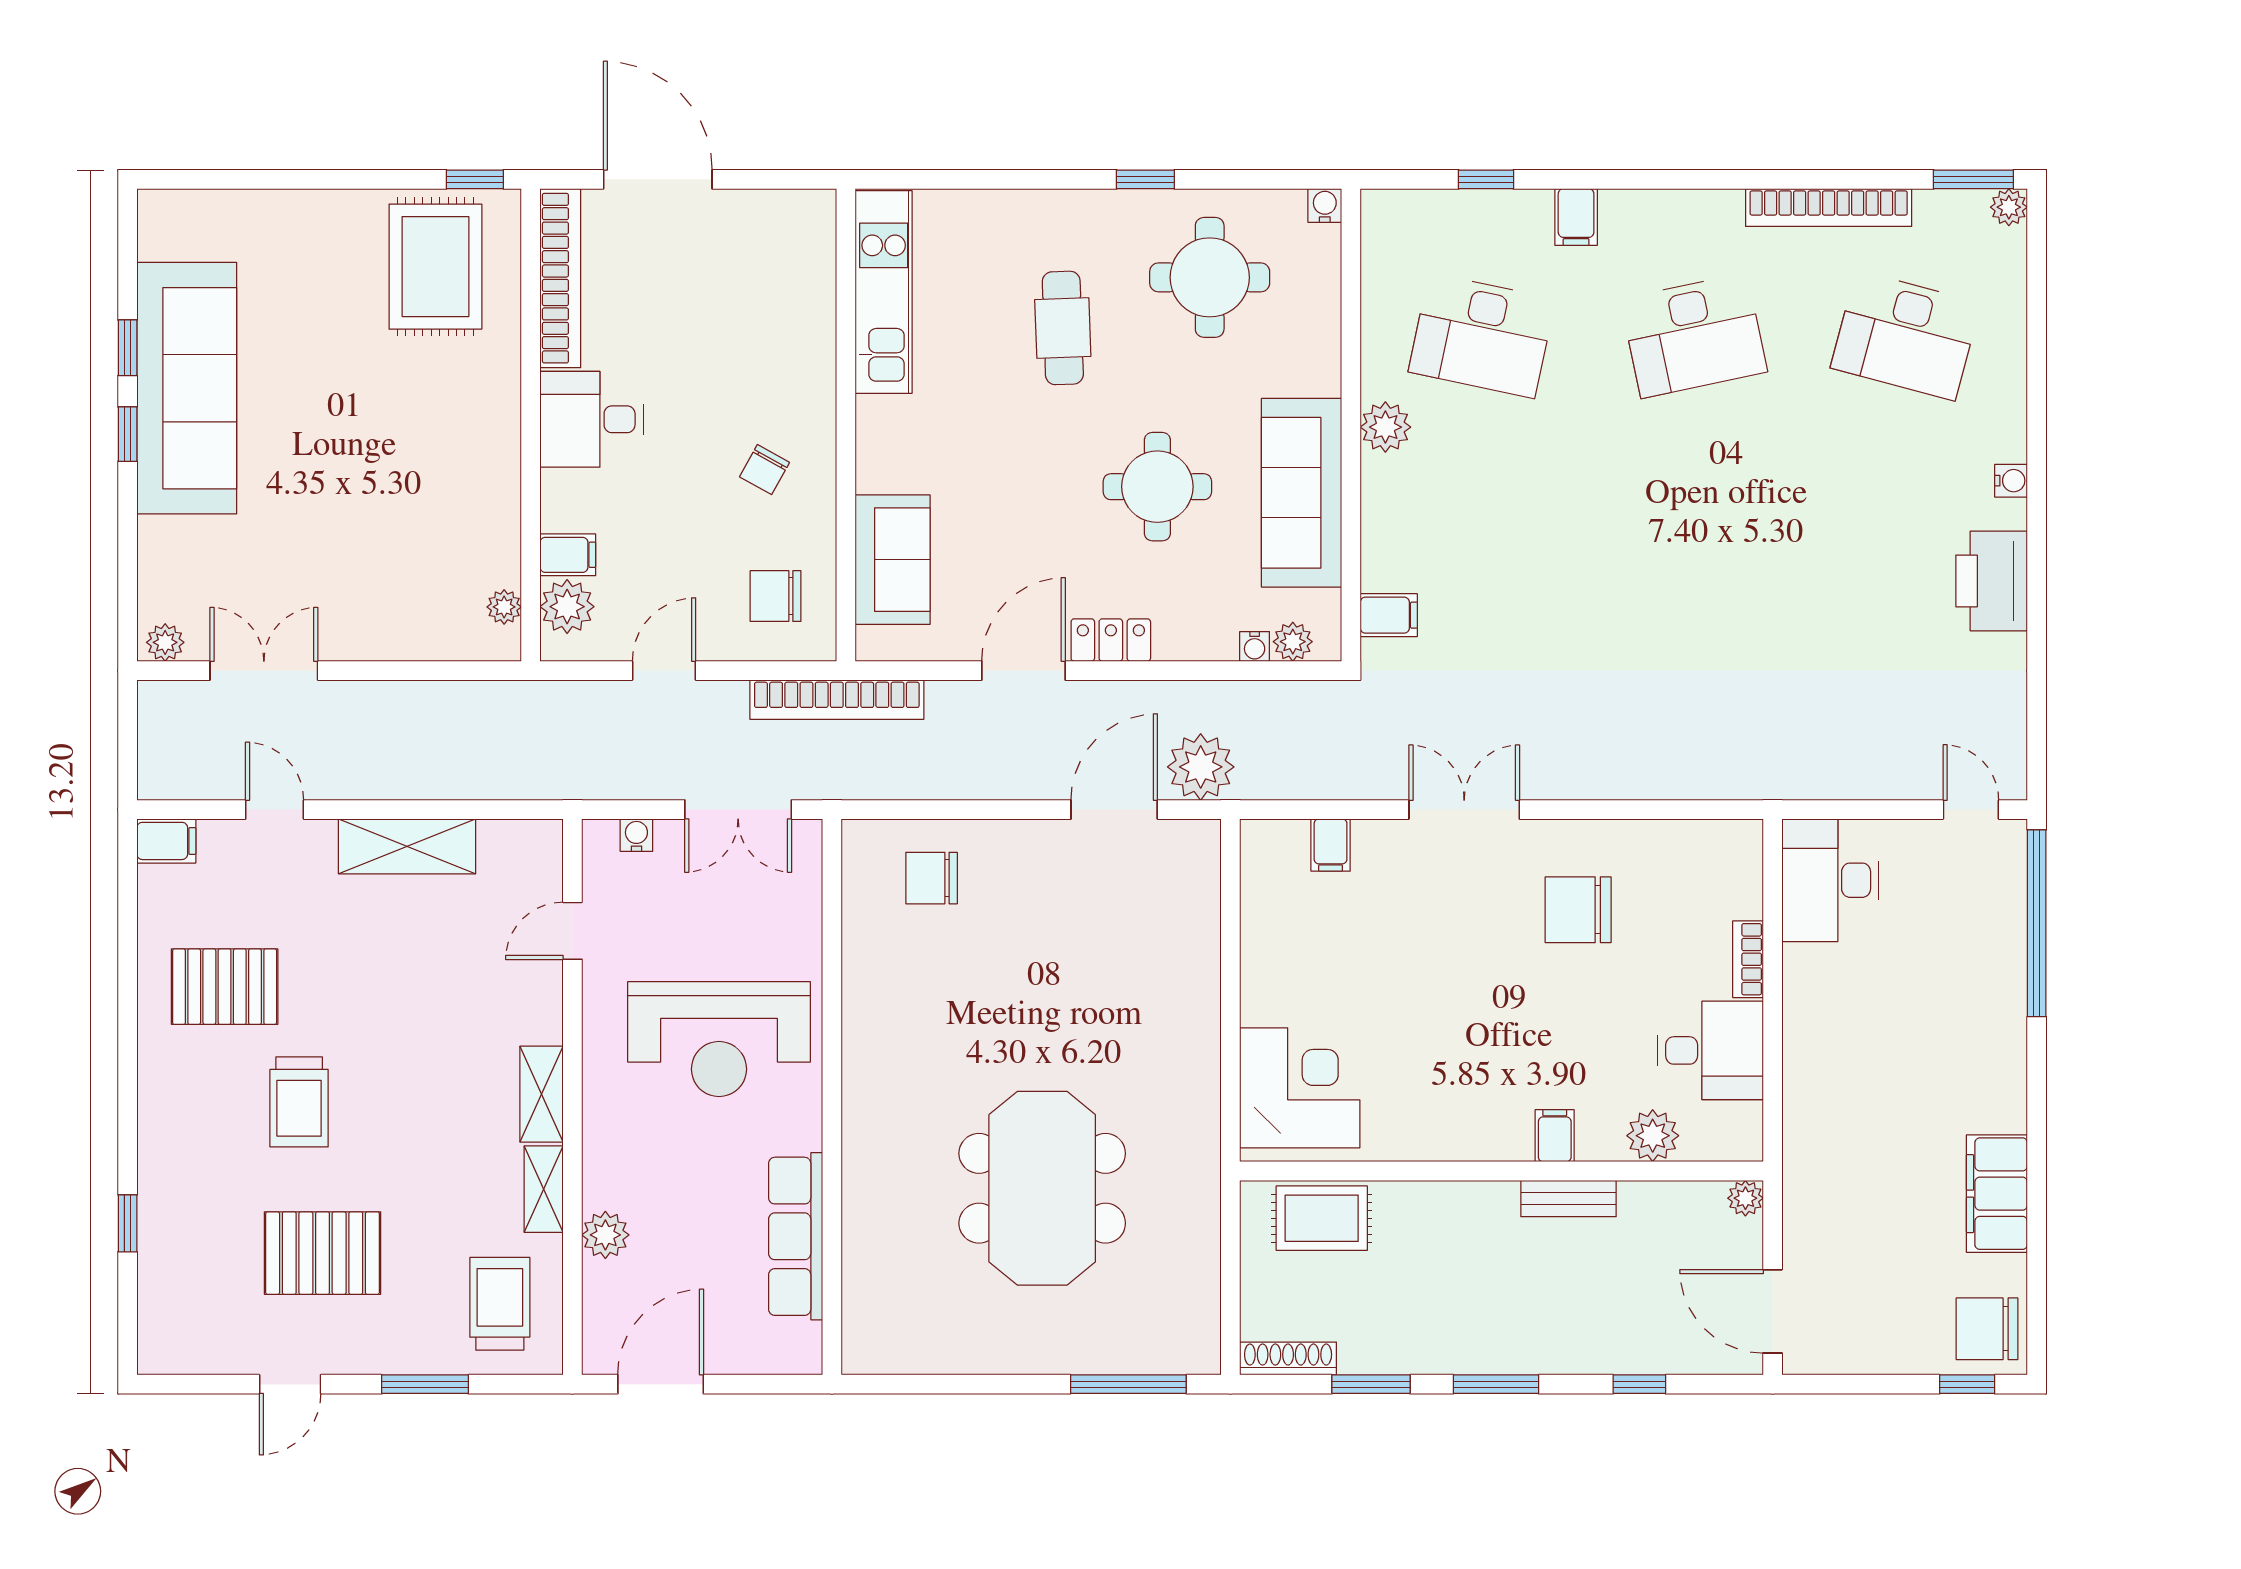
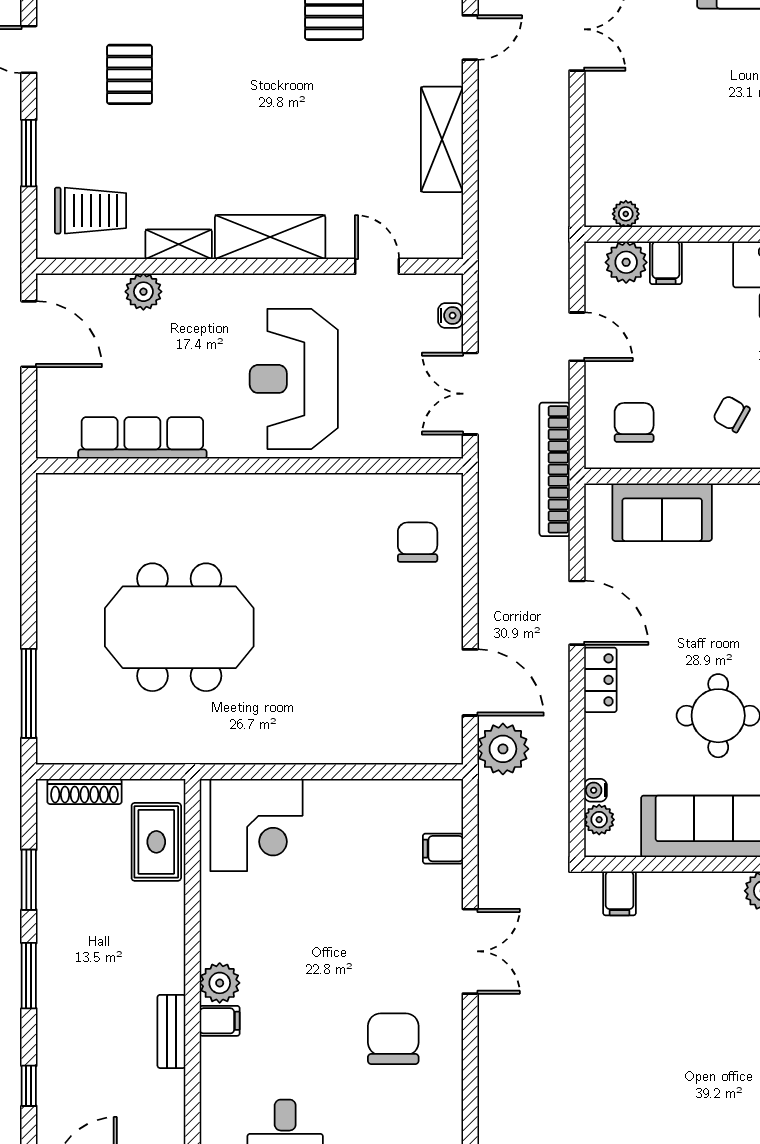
shelving: (542, 1094) -> (270, 237), width x1.50, depth x1.33
trolley: (299, 1102) -> (246, 56), removed
plant: (1653, 1136) -> (220, 983), moved
pallet: (323, 1253) -> (129, 74), width x0.67, depth x0.71
shoe rack: (1288, 1358) -> (84, 791), moved, turned 90

